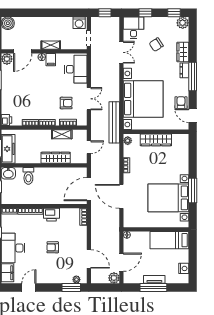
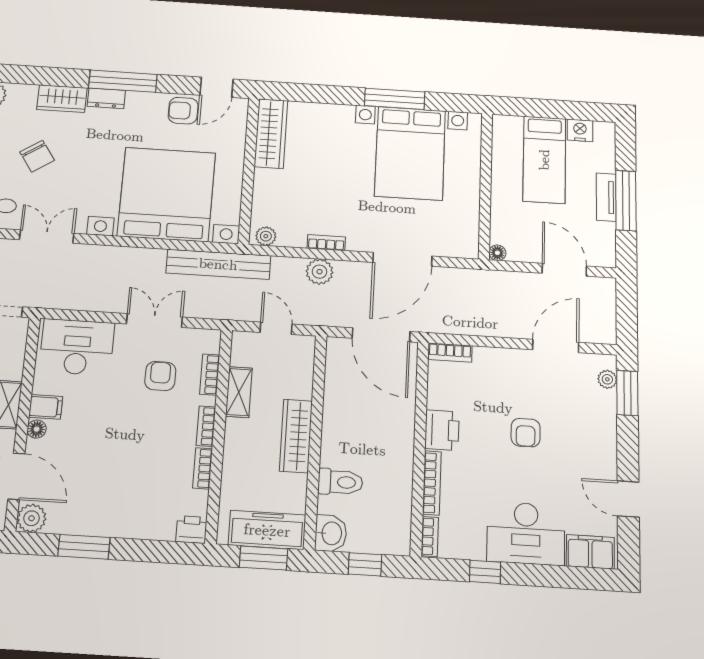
wardrobe: (156, 140) -> (271, 134), moved
wardrobe: (56, 158) -> (296, 436), moved
bed: (169, 240) -> (544, 160), moved
plant: (114, 278) -> (320, 272), moved

